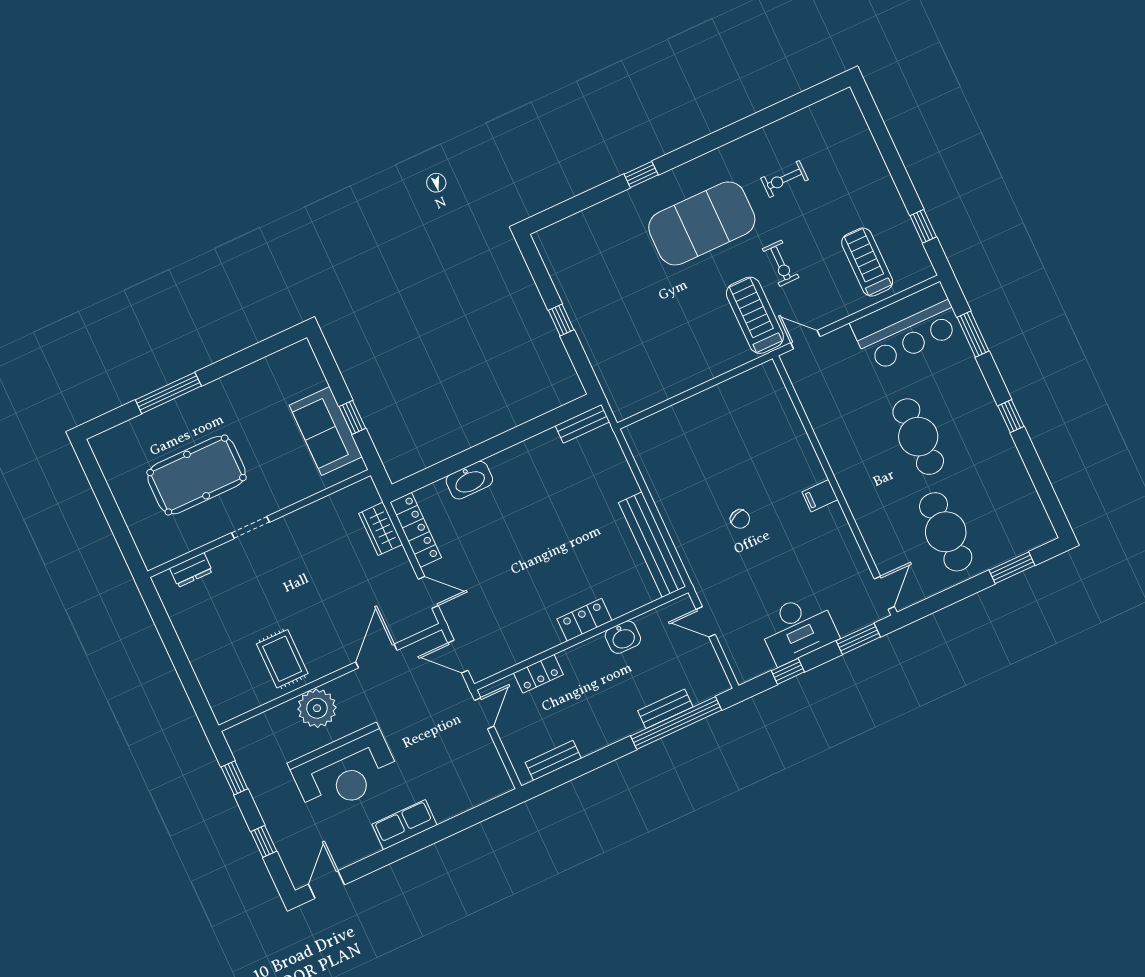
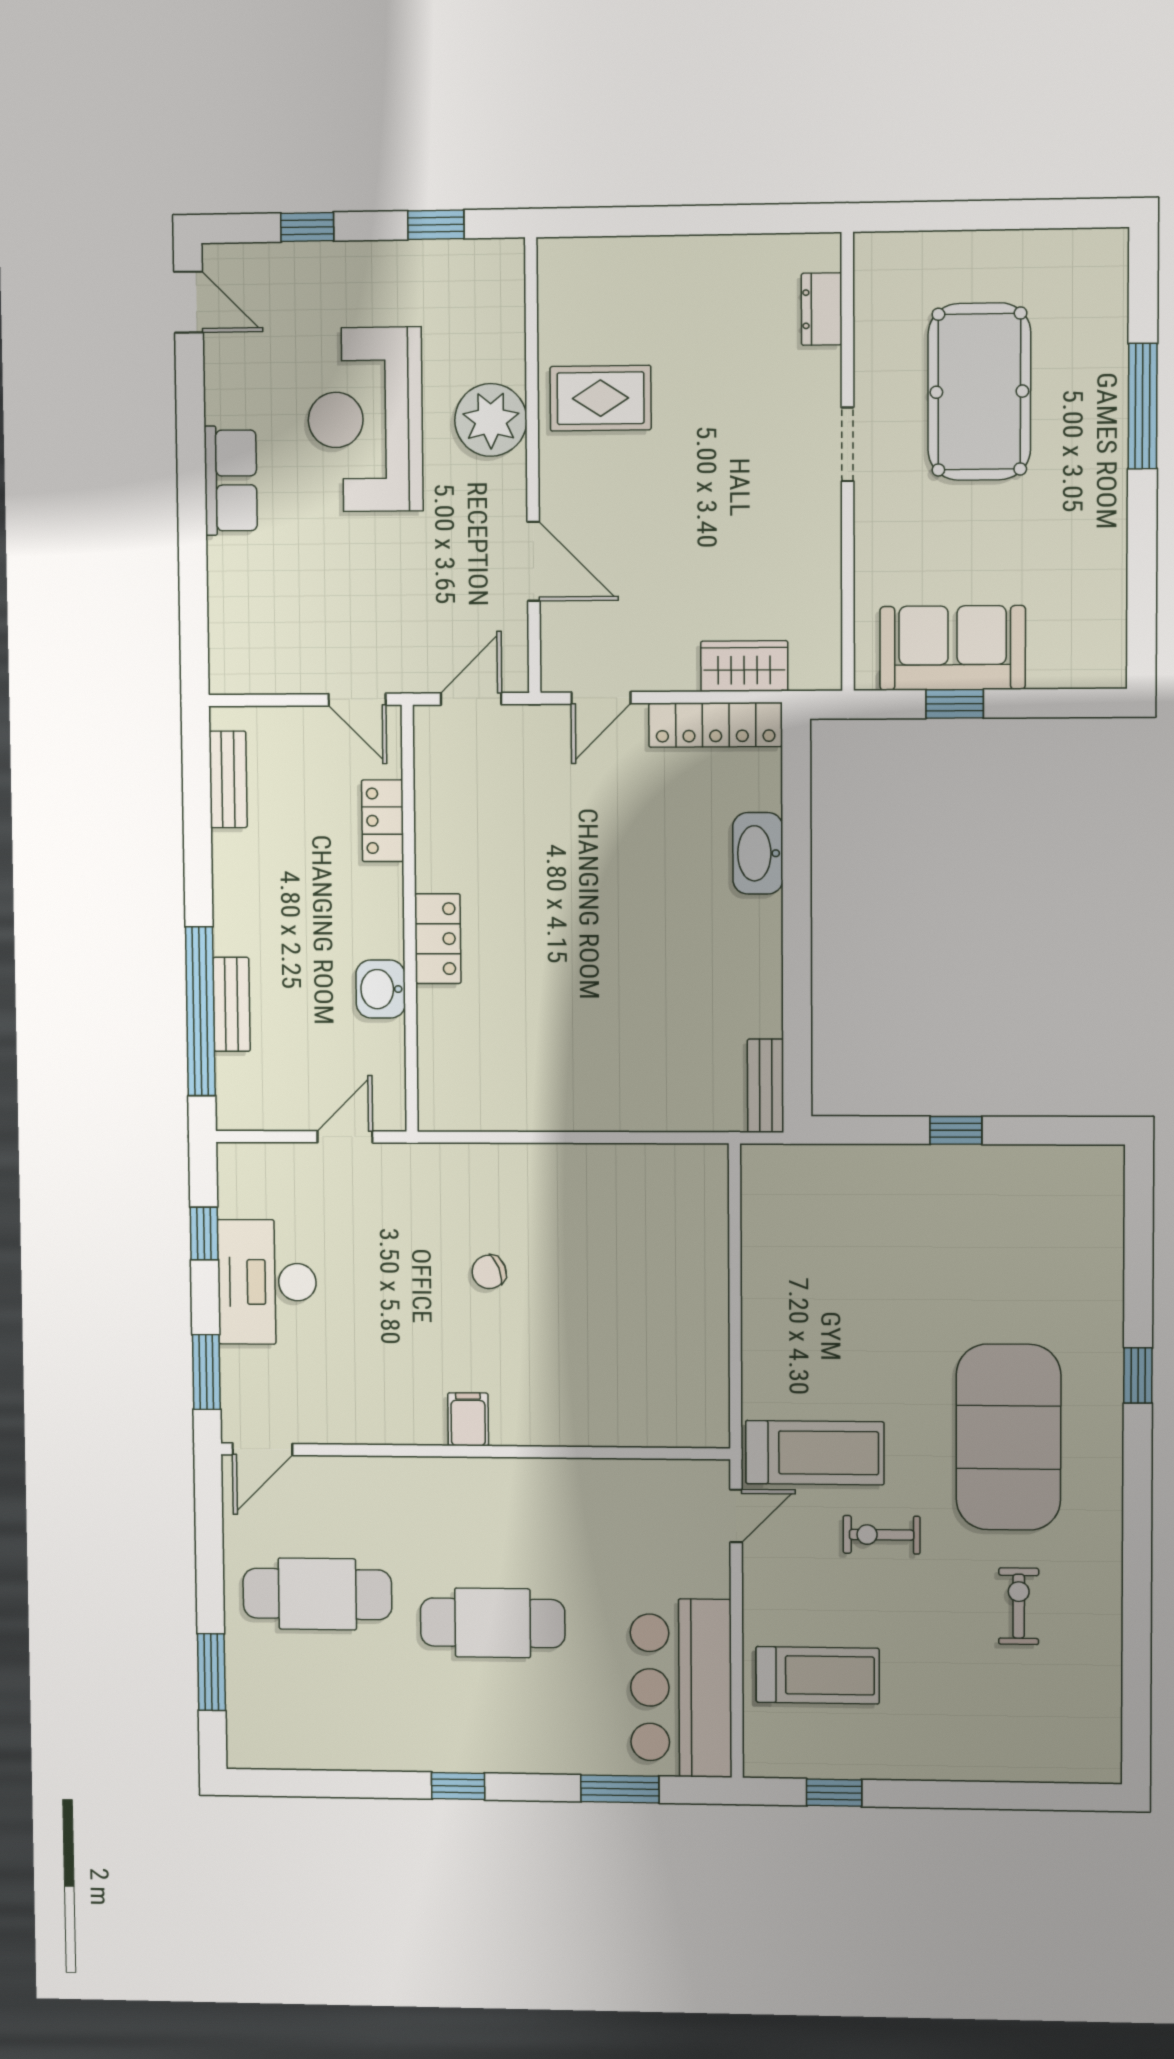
bench: (652, 545) -> (512, 1108), removed
door: (884, 593) -> (262, 1449), hinge flipped

